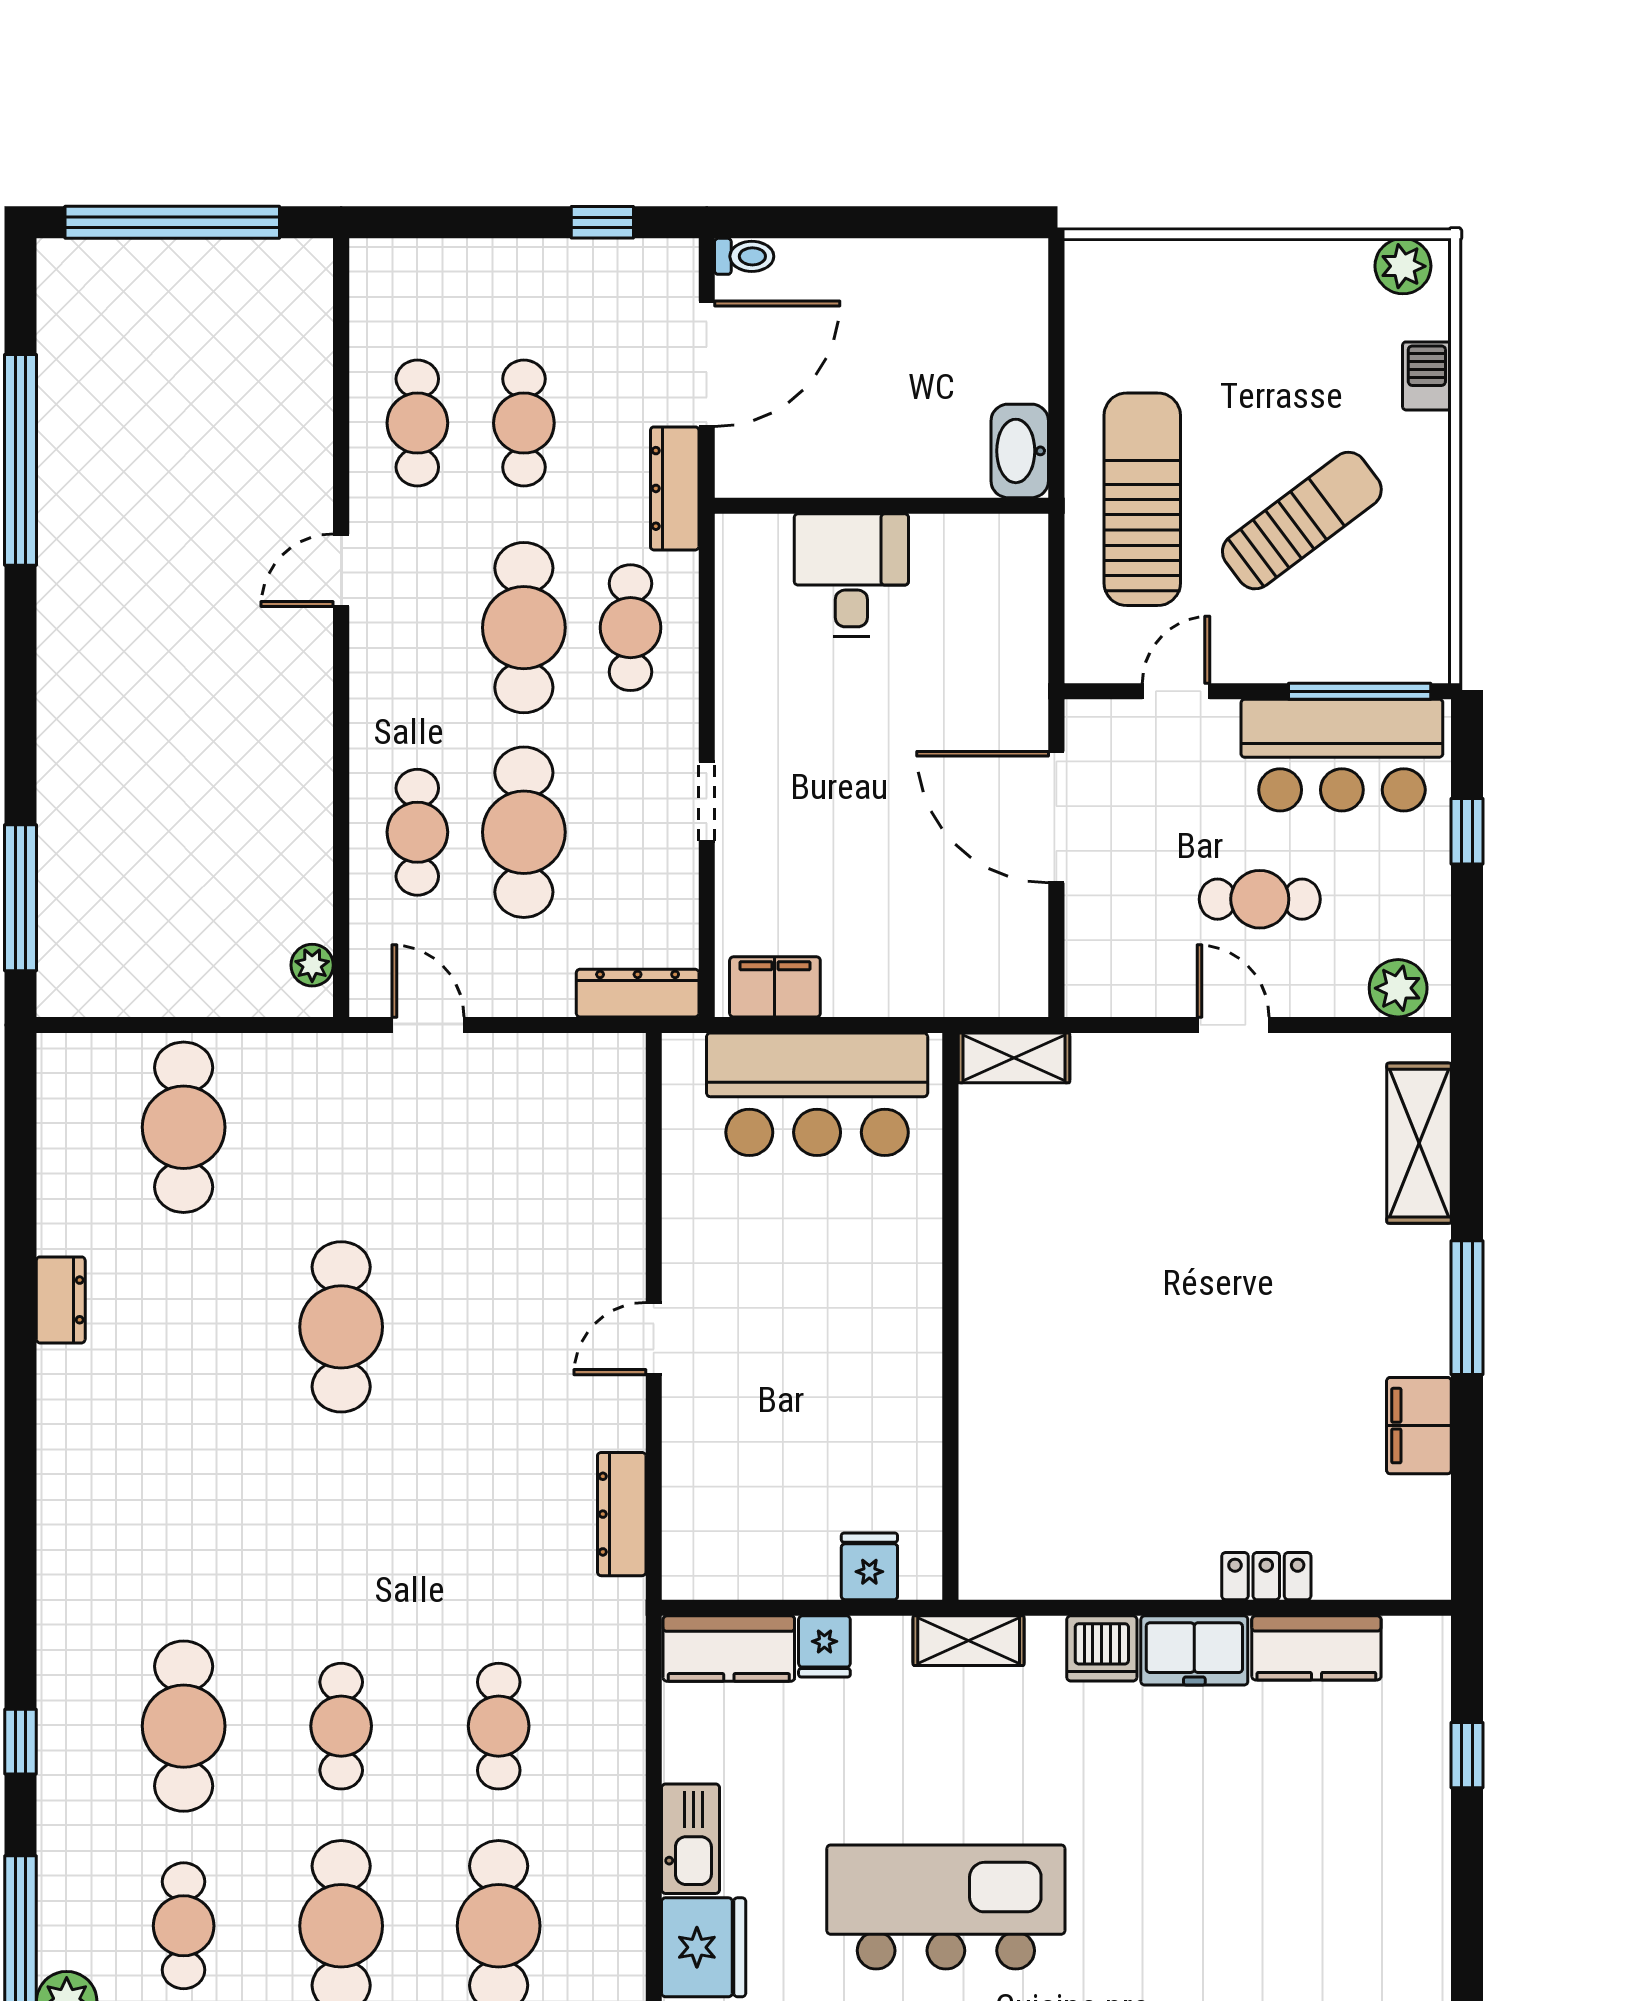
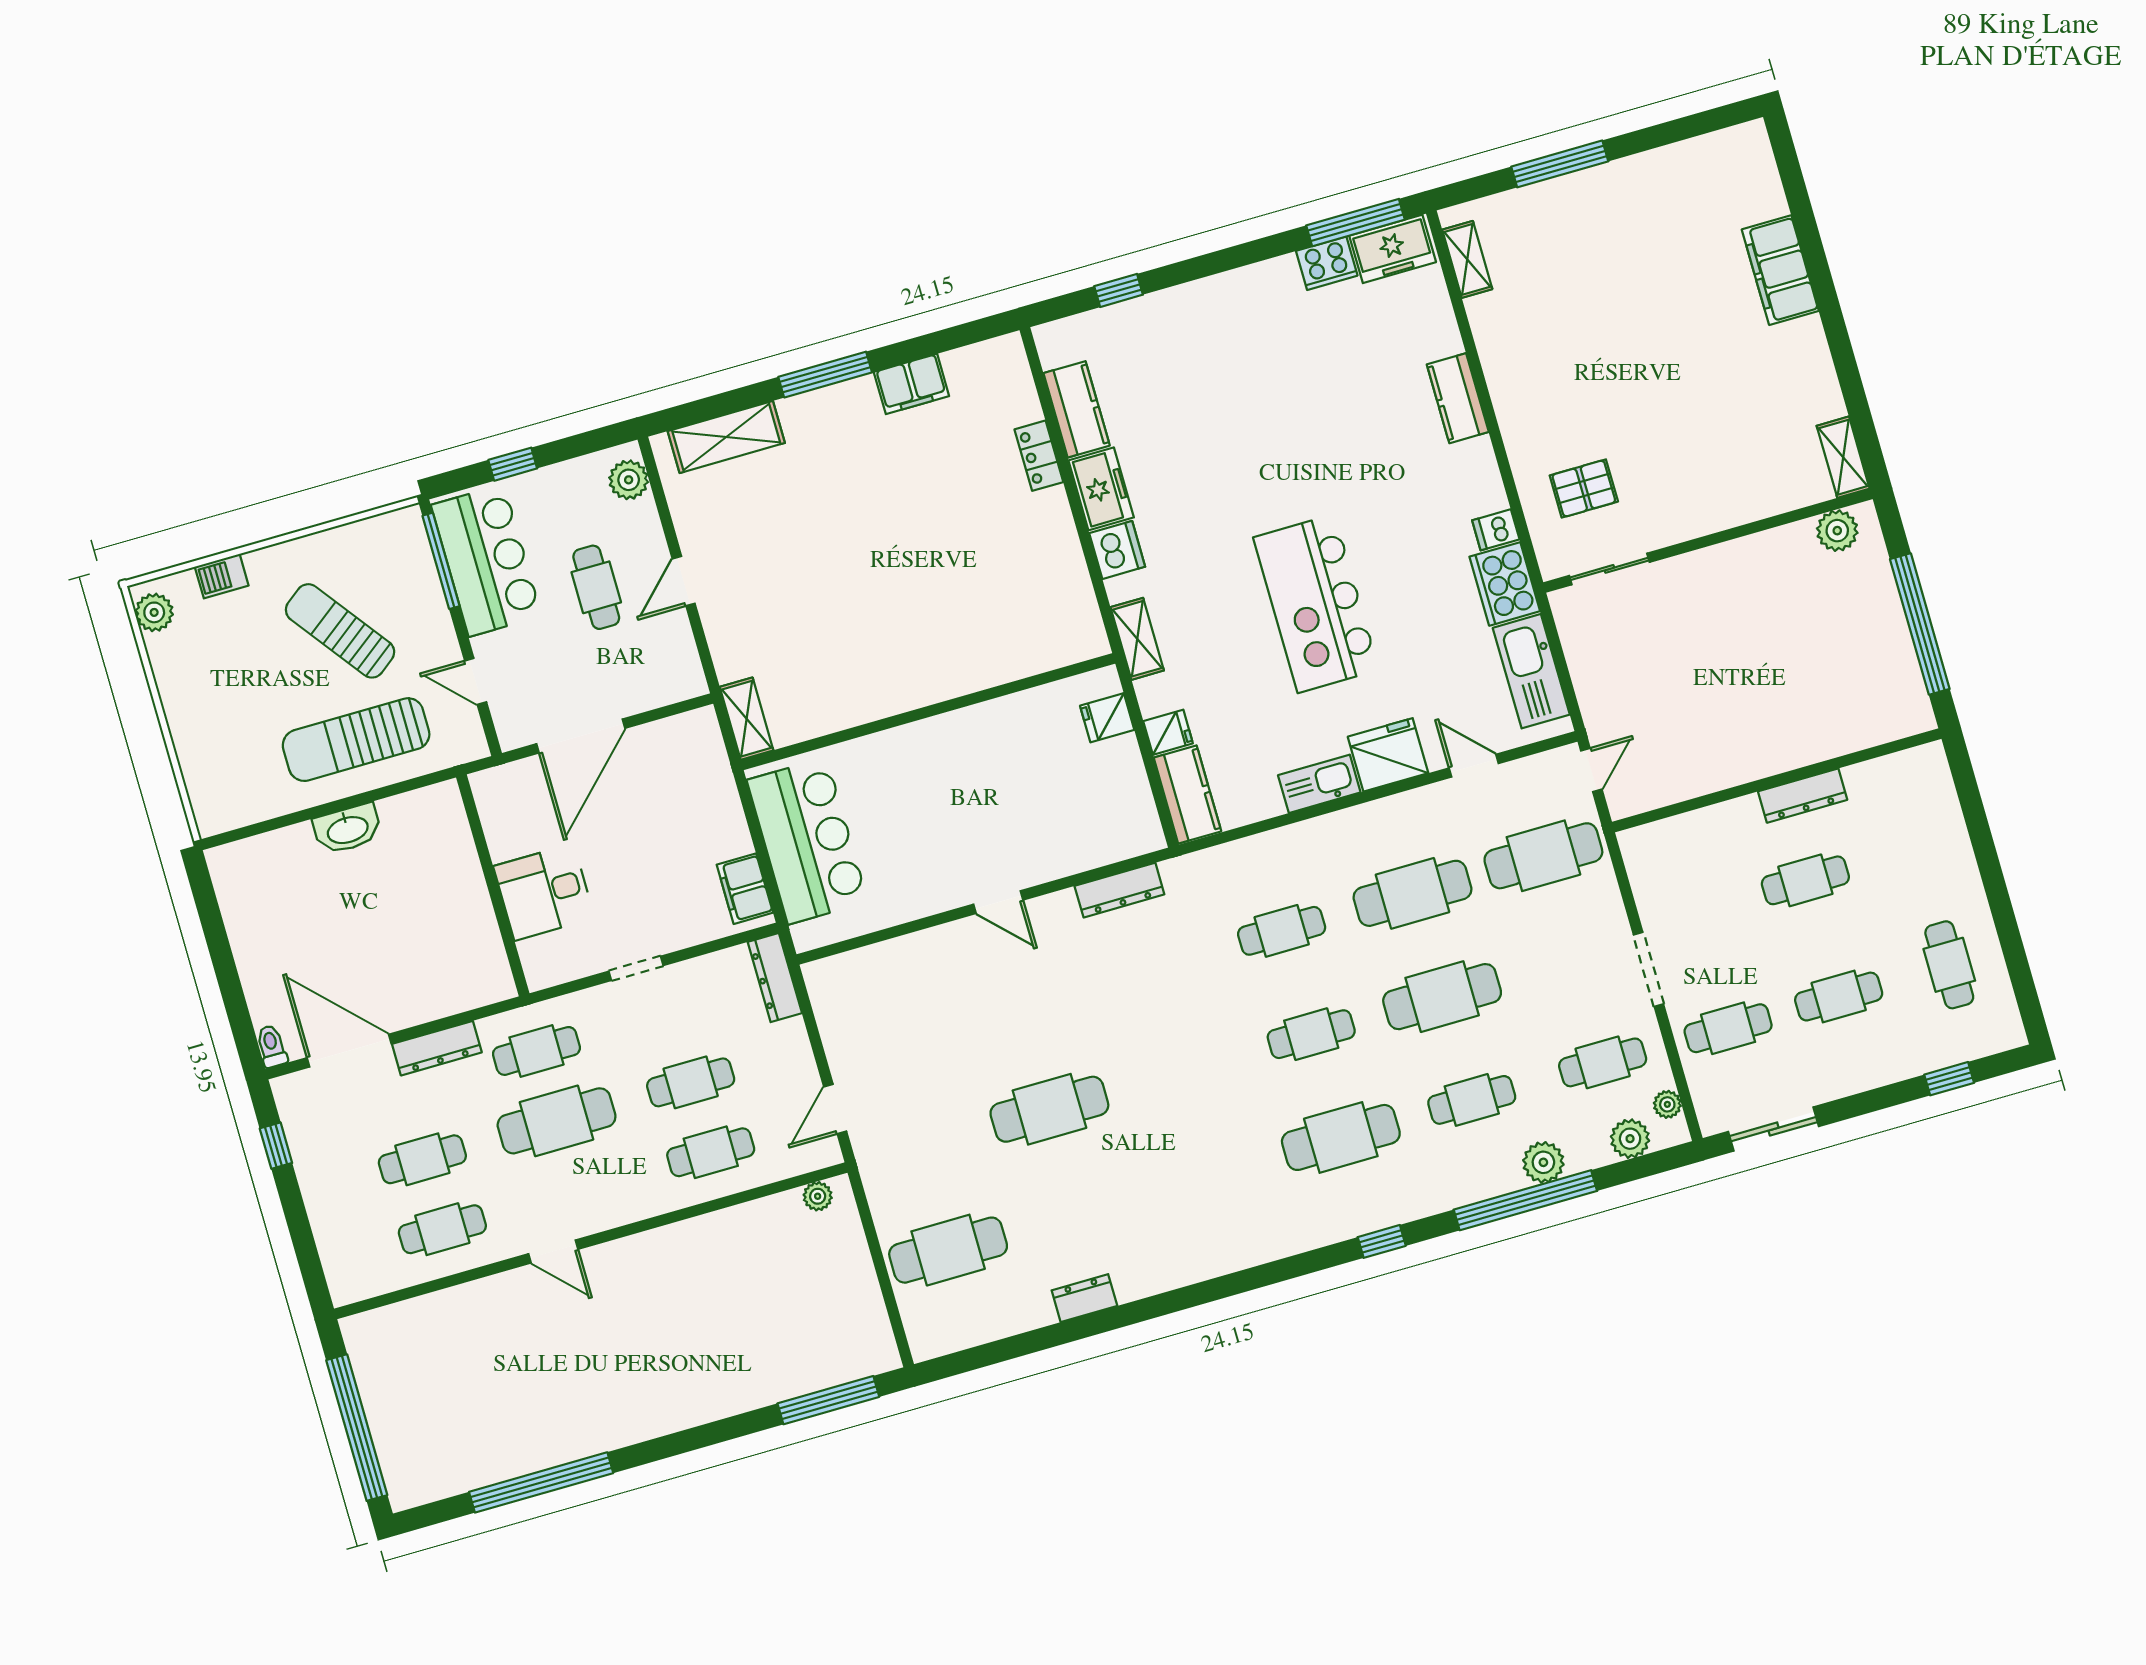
wall: (882, 506) -> (493, 885), moved
desk: (851, 575) -> (544, 892), moved
cafe table: (524, 832) -> (691, 1082), width x0.73, depth x0.74

